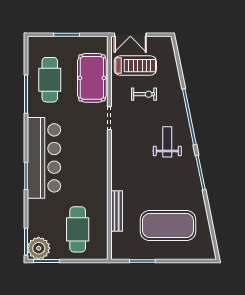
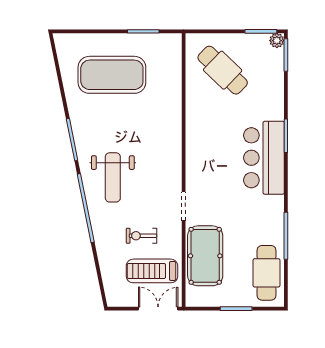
cafe table: (50, 80) -> (267, 273), moved
weight bench: (167, 142) -> (113, 177), width x1.36, depth x1.33
bar counter: (44, 158) -> (264, 158), width x0.73
bench: (117, 211) -> (175, 93), removed
cafe table: (78, 229) -> (223, 70), turned -46
plant: (39, 248) -> (277, 41), width x0.53, depth x0.53

